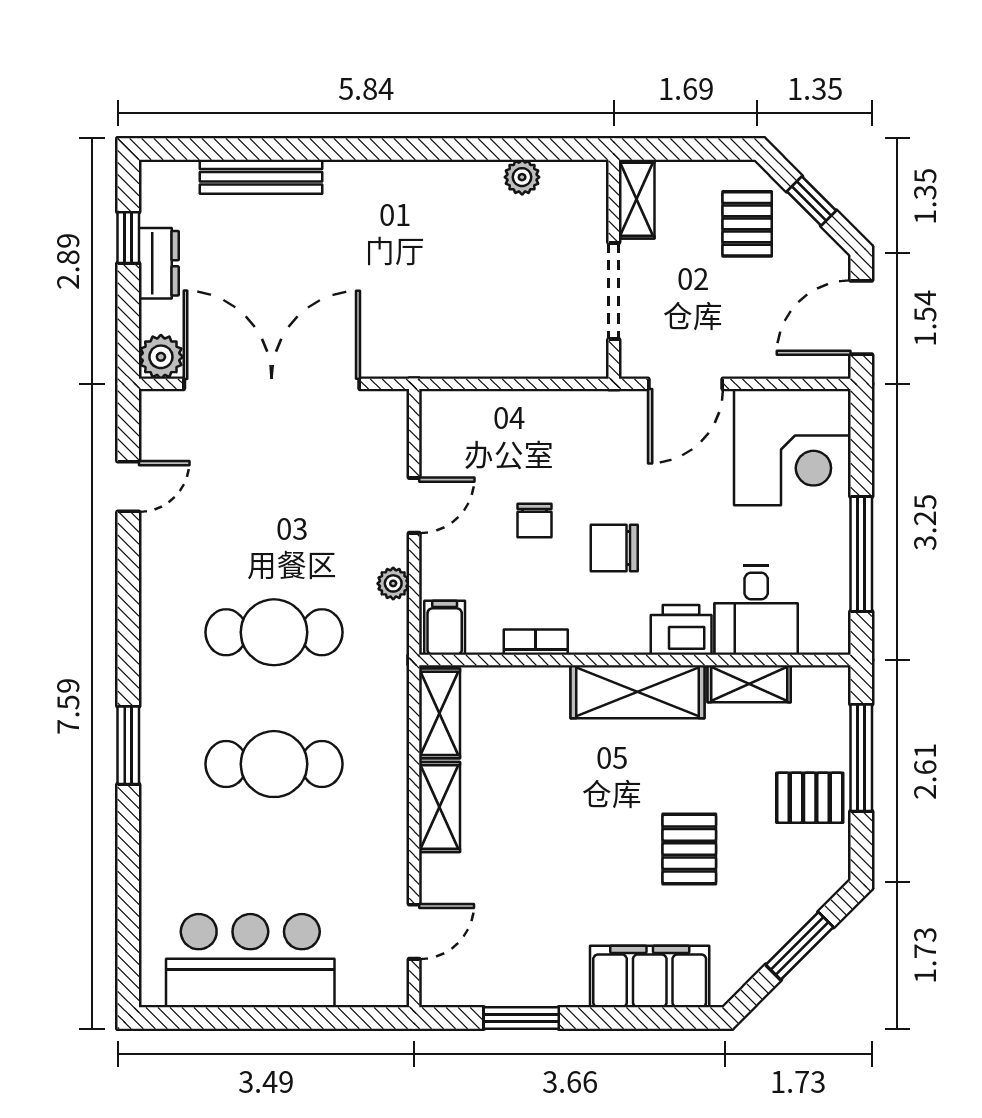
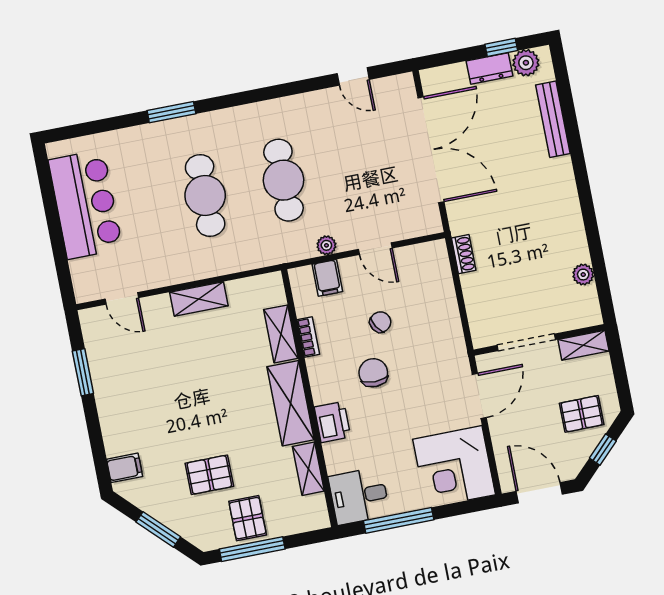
plant: (161, 357) -> (526, 63), moved
shoe rack: (451, 364) -> (464, 254), added
door: (686, 384) -> (479, 396), swing flipped
chair: (534, 520) -> (380, 322), turned 148
desk: (756, 610) -> (359, 496), moved
filing cabinet: (445, 628) -> (327, 278), moved, turned 90
shelving: (440, 713) -> (281, 334), moved, turned 90
window: (128, 745) -> (171, 112), moved
window: (861, 758) -> (252, 549), moved
pallet: (689, 849) -> (209, 475), moved
filing cabinet: (650, 976) -> (125, 468), width x0.33, depth x0.86

